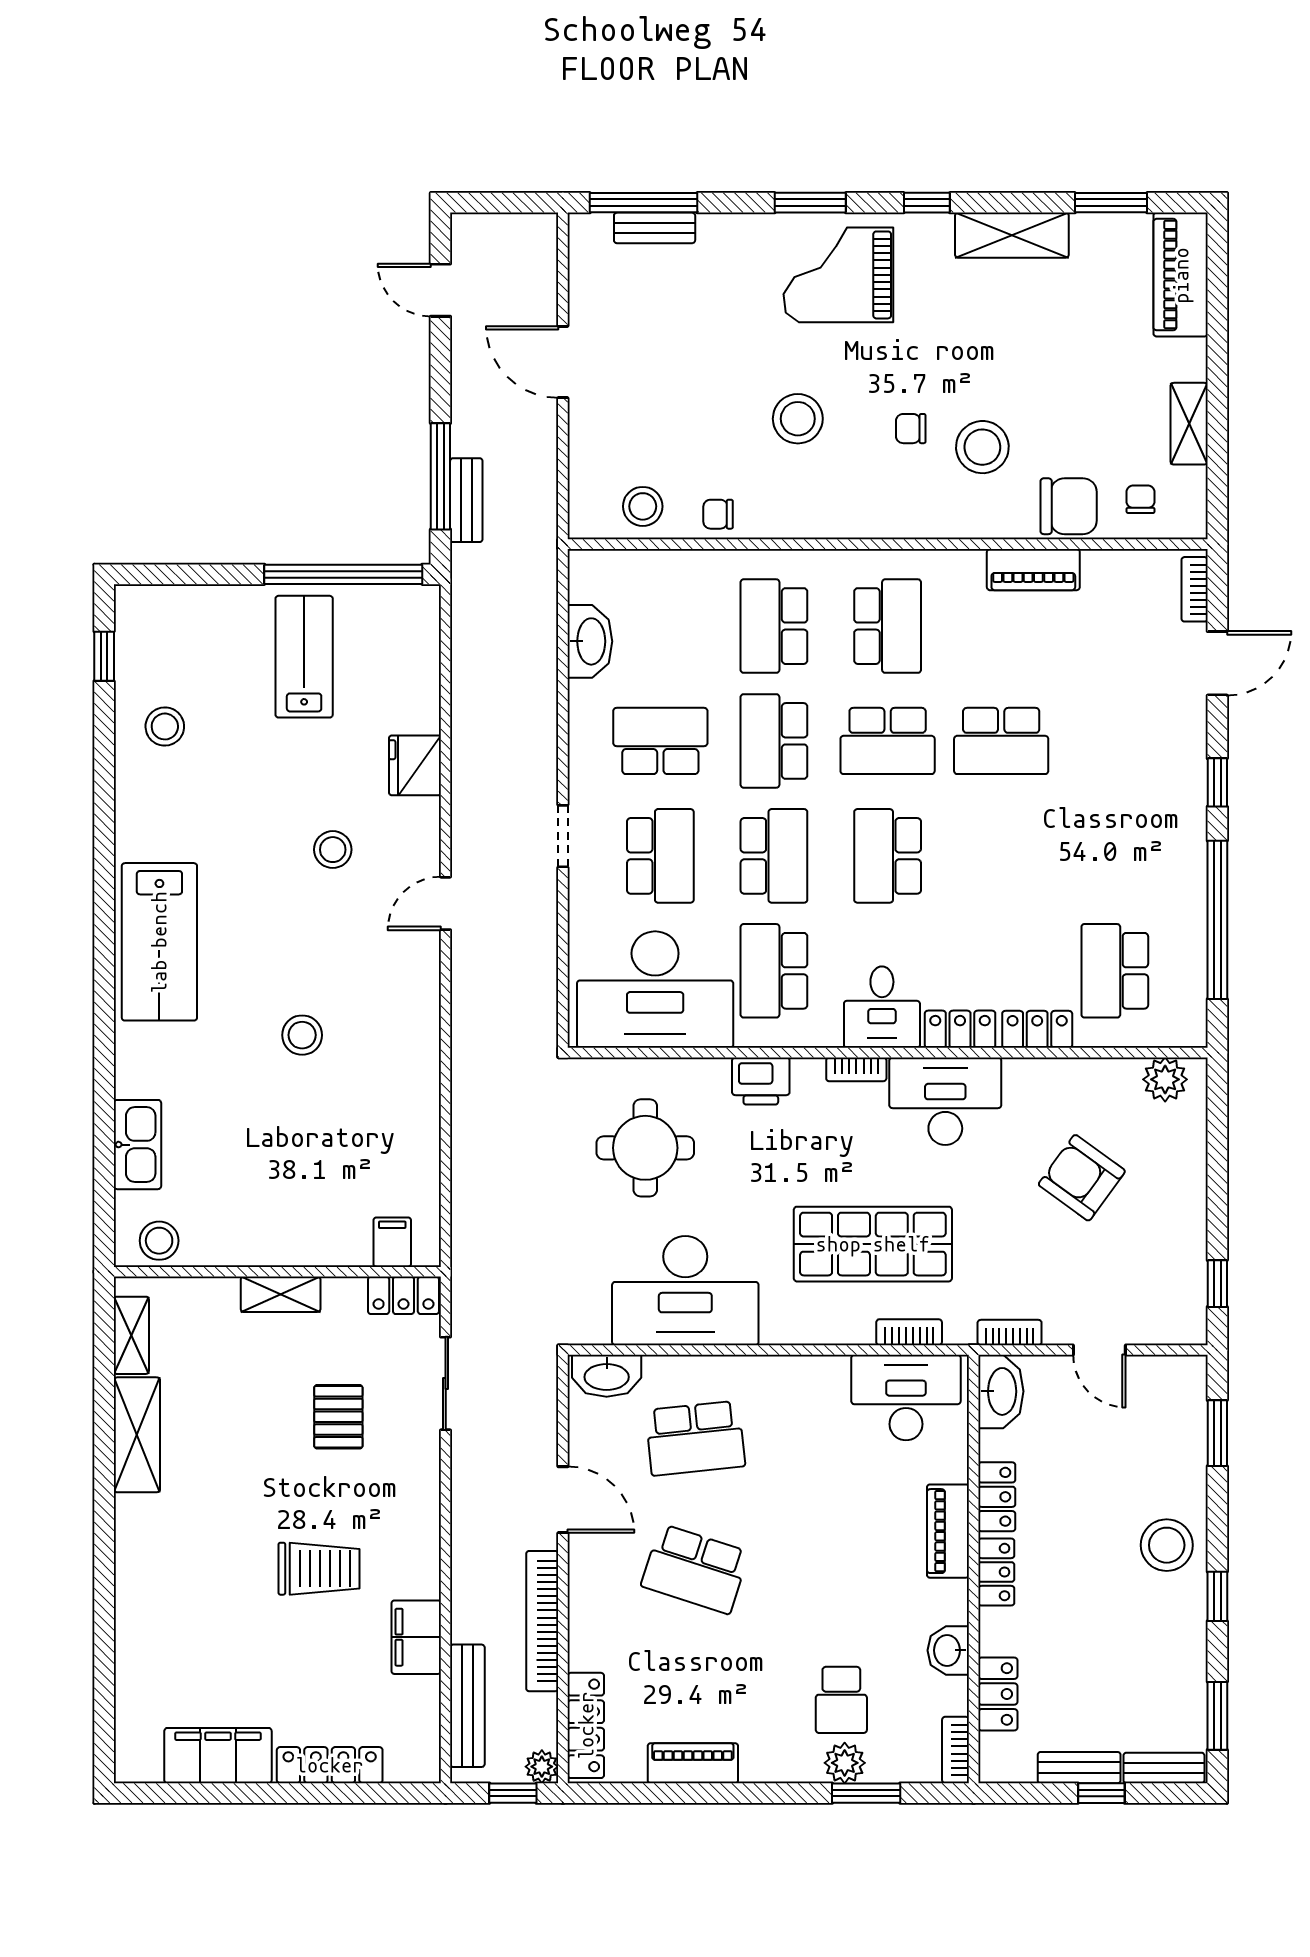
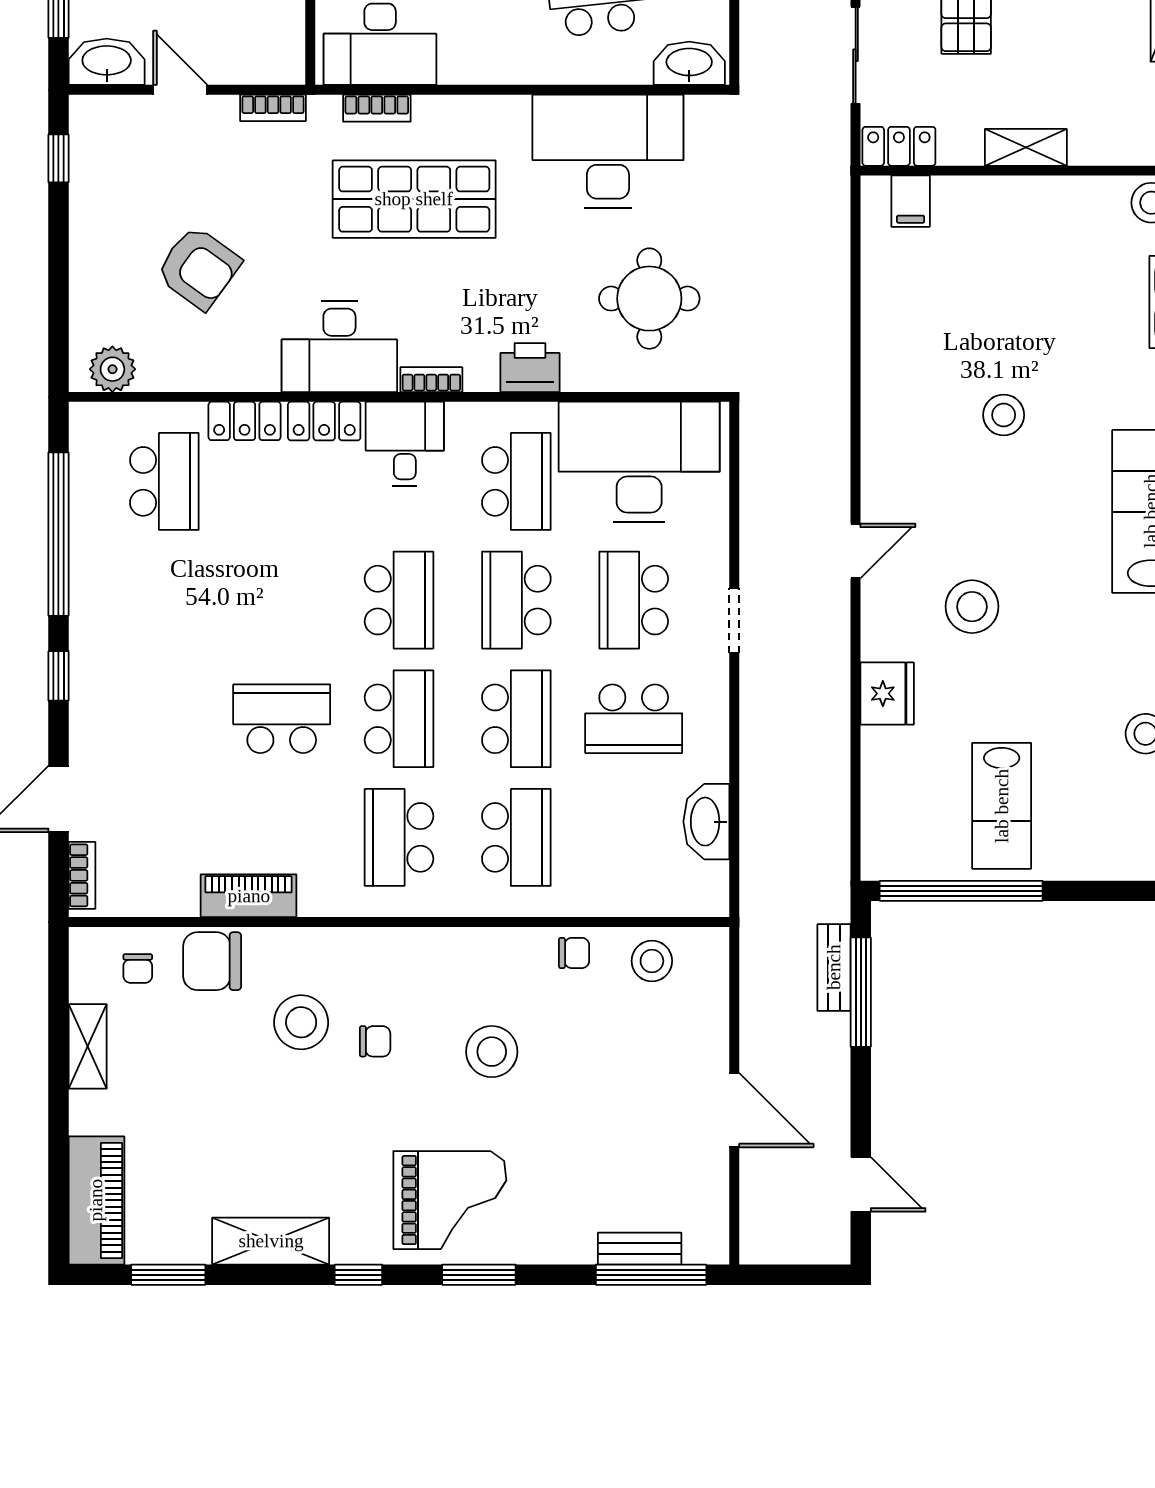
school desk: (888, 741) -> (399, 719), turned 90
stool: (333, 850) -> (972, 607), width x1.38, depth x1.38
washbasin: (1001, 1391) -> (107, 62), moved, turned 90

